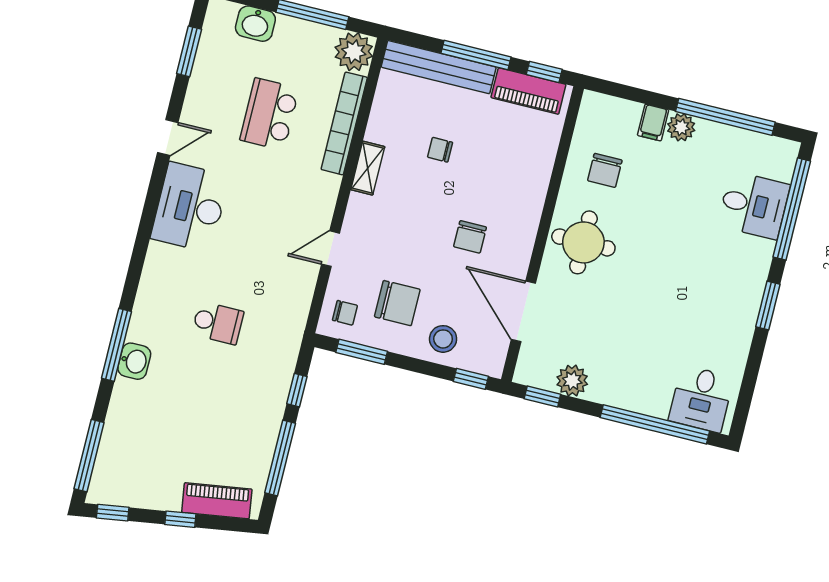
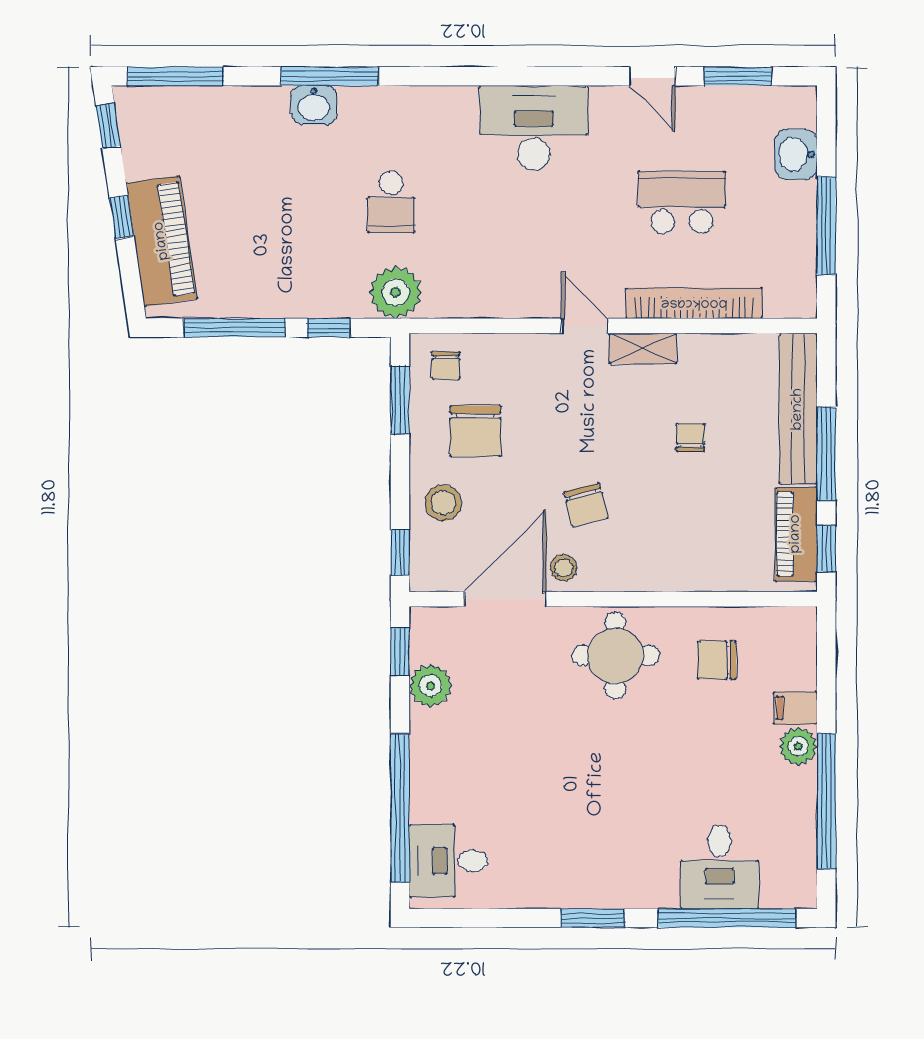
plant: (354, 52) -> (396, 292), moved
door: (168, 137) -> (652, 76), moved
chair: (470, 237) -> (586, 505), turned -104
door: (331, 249) -> (585, 326), moved
stool: (511, 264) -> (564, 568), added
piano: (217, 501) -> (162, 241), width x1.37, depth x1.33

